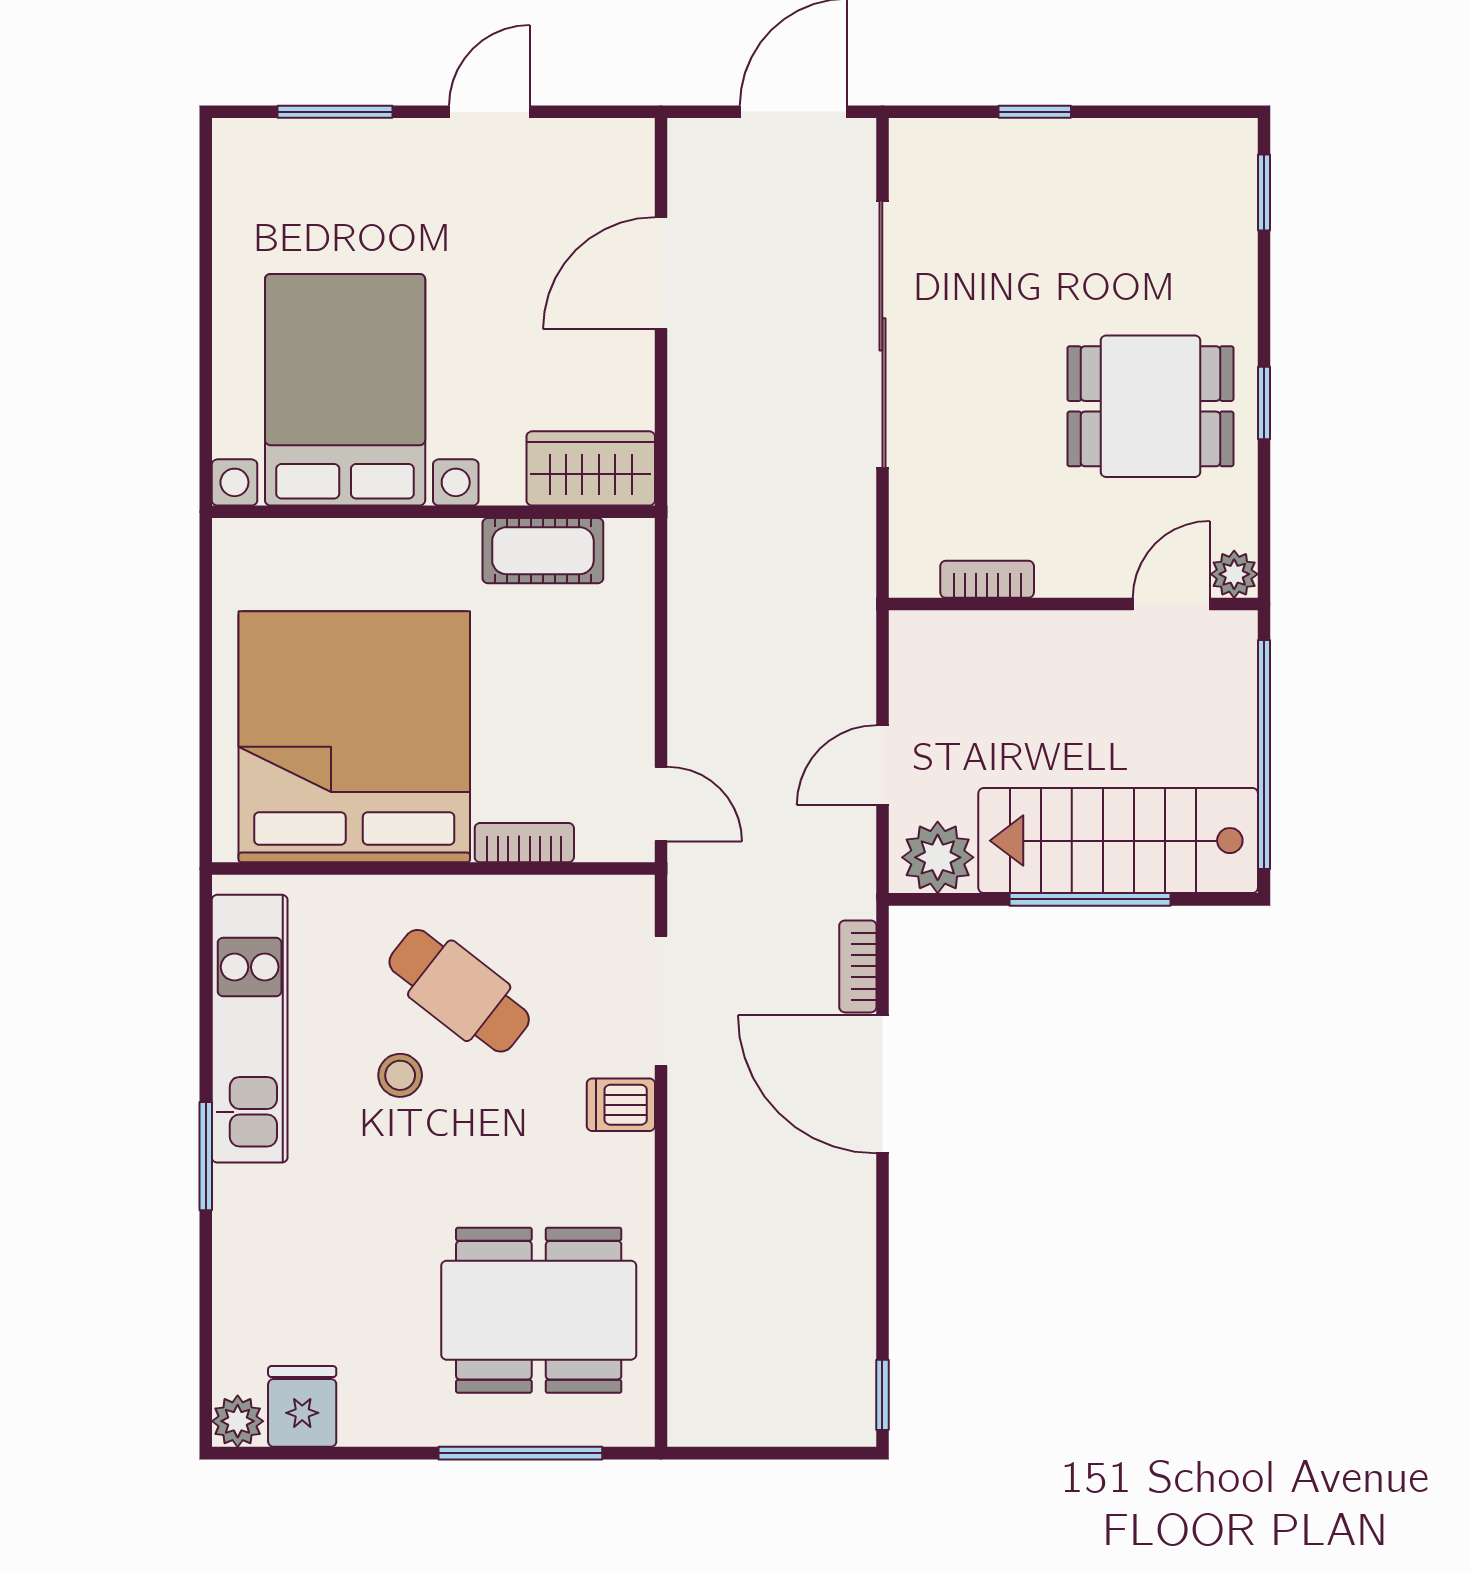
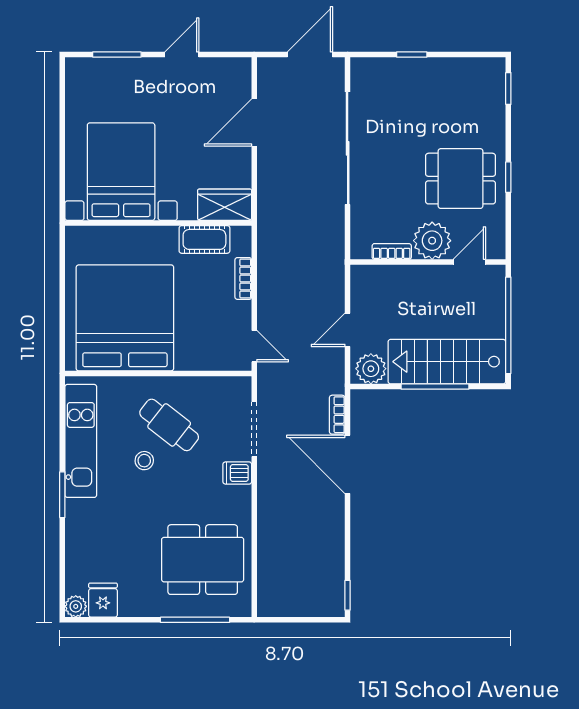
plant: (1234, 574) -> (432, 241), moved, width x1.88, depth x1.88
bookcase: (524, 843) -> (243, 278), moved, turned -90

